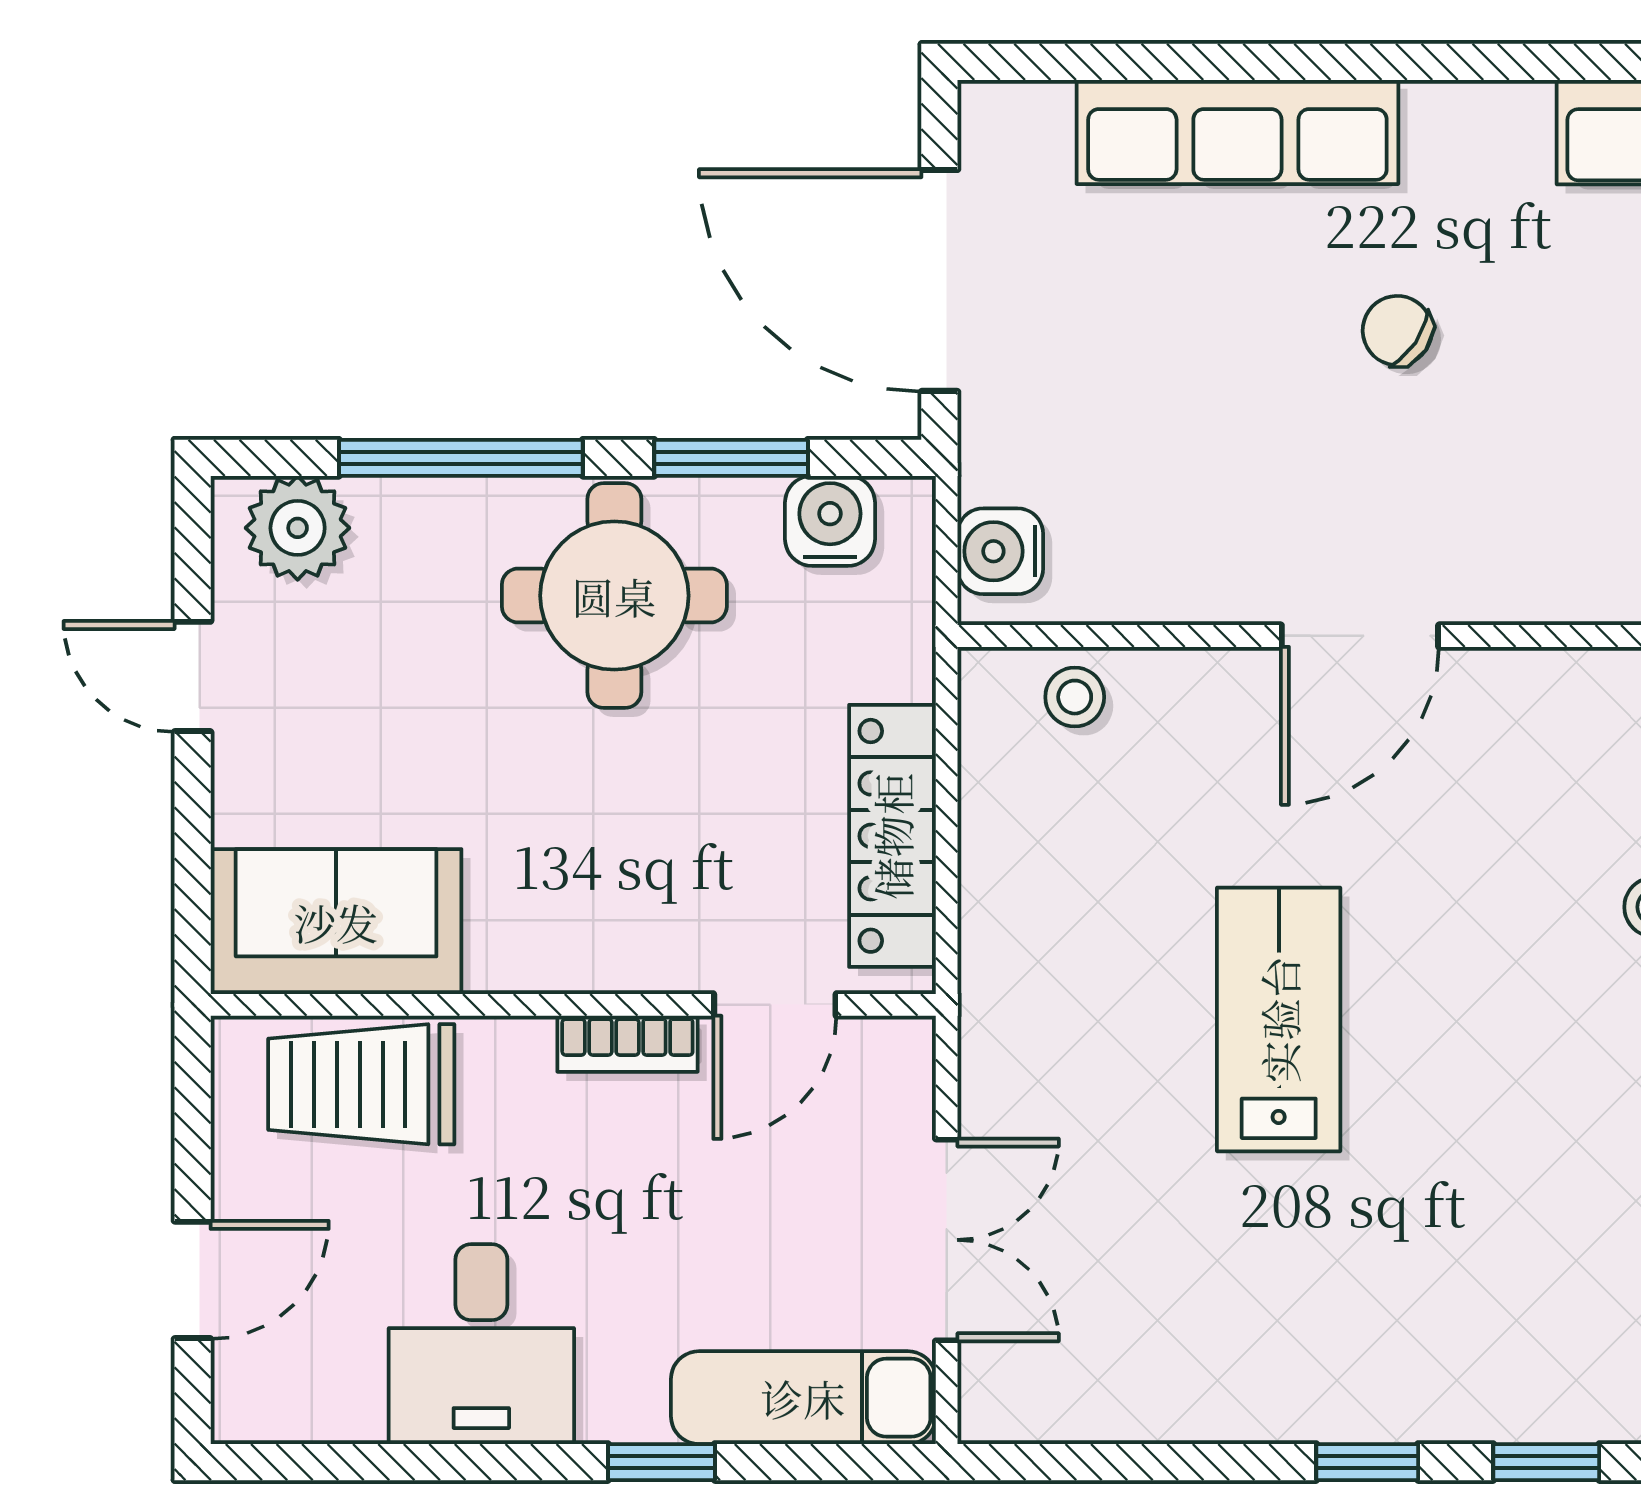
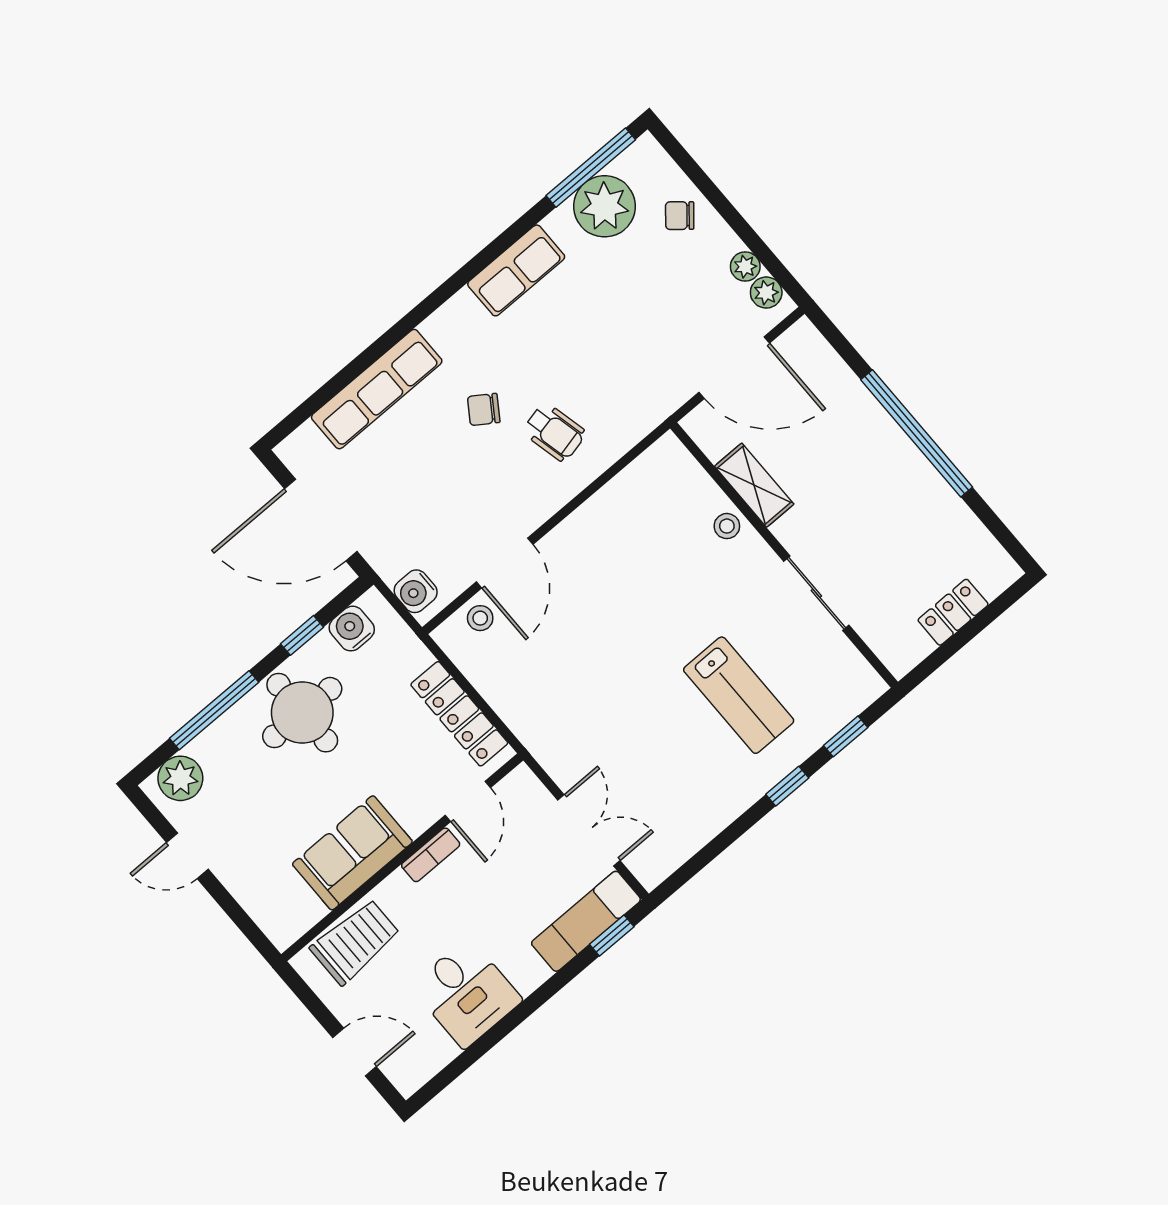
window: (731, 458) -> (302, 635), width x0.67
wheelchair: (1489, 478) -> (554, 432), added
door: (1360, 636) -> (505, 563), moved
sofa: (336, 922) -> (352, 853), moved
lab bench: (1279, 1019) -> (739, 695), moved, turned 180
trolley: (361, 1084) -> (355, 942), turned 180
door: (193, 1280) -> (355, 1052), hinge flipped
window: (661, 1462) -> (612, 936), moved

